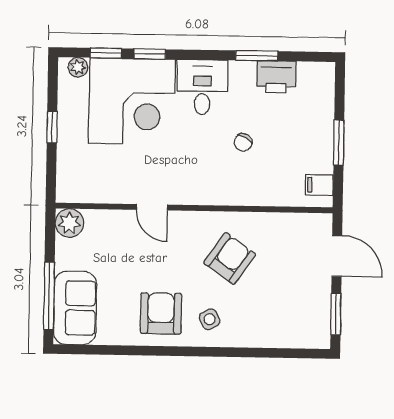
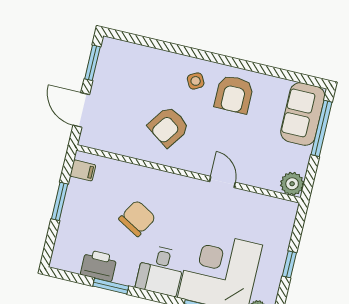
chair: (243, 142) -> (137, 218), width x1.87, depth x1.87

